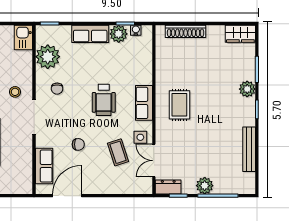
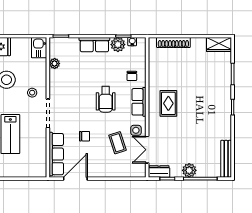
plant: (48, 57) -> (55, 64), width x0.53, depth x0.53
chair: (57, 89) -> (132, 76), moved
plant: (247, 89) -> (225, 90), removed
bench: (249, 149) -> (226, 159), moved
row of seats: (44, 166) -> (56, 154), width x1.48

